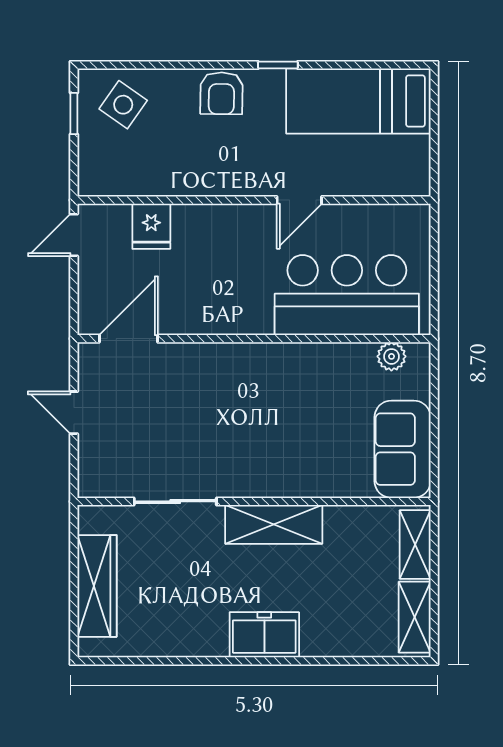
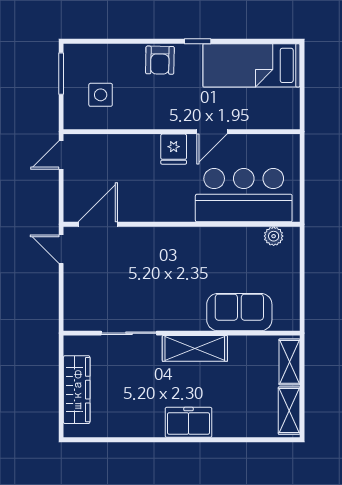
side table: (123, 105) -> (101, 95), moved, turned -35
window: (74, 113) -> (61, 74), width x1.50
fridge: (151, 226) -> (174, 149), moved
door: (74, 413) -> (61, 249), moved
sofa: (403, 449) -> (239, 312), moved, turned 90

